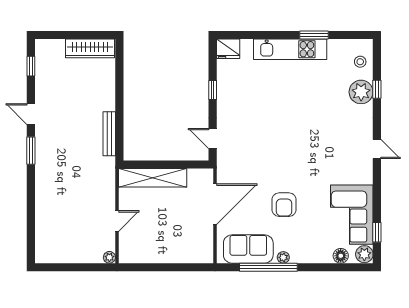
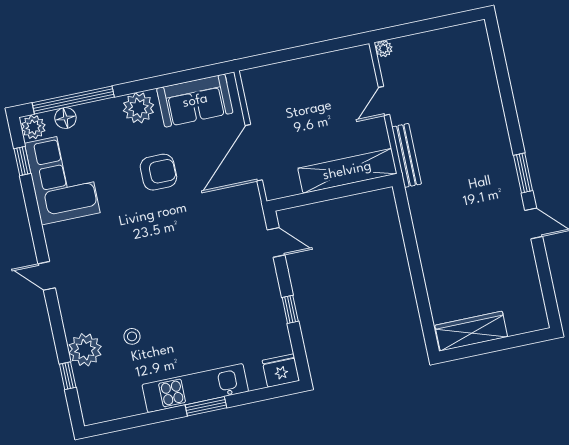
window: (314, 35) -> (206, 406), moved
stool: (360, 62) -> (132, 336), moved
window: (31, 66) -> (548, 290), removed
window: (377, 89) -> (68, 376), moved
bench: (109, 134) -> (407, 155), moved
armchair: (284, 205) -> (158, 172), turned 90
plant: (283, 257) -> (138, 108), width x1.88, depth x1.88
window: (268, 267) -> (73, 100), moved

